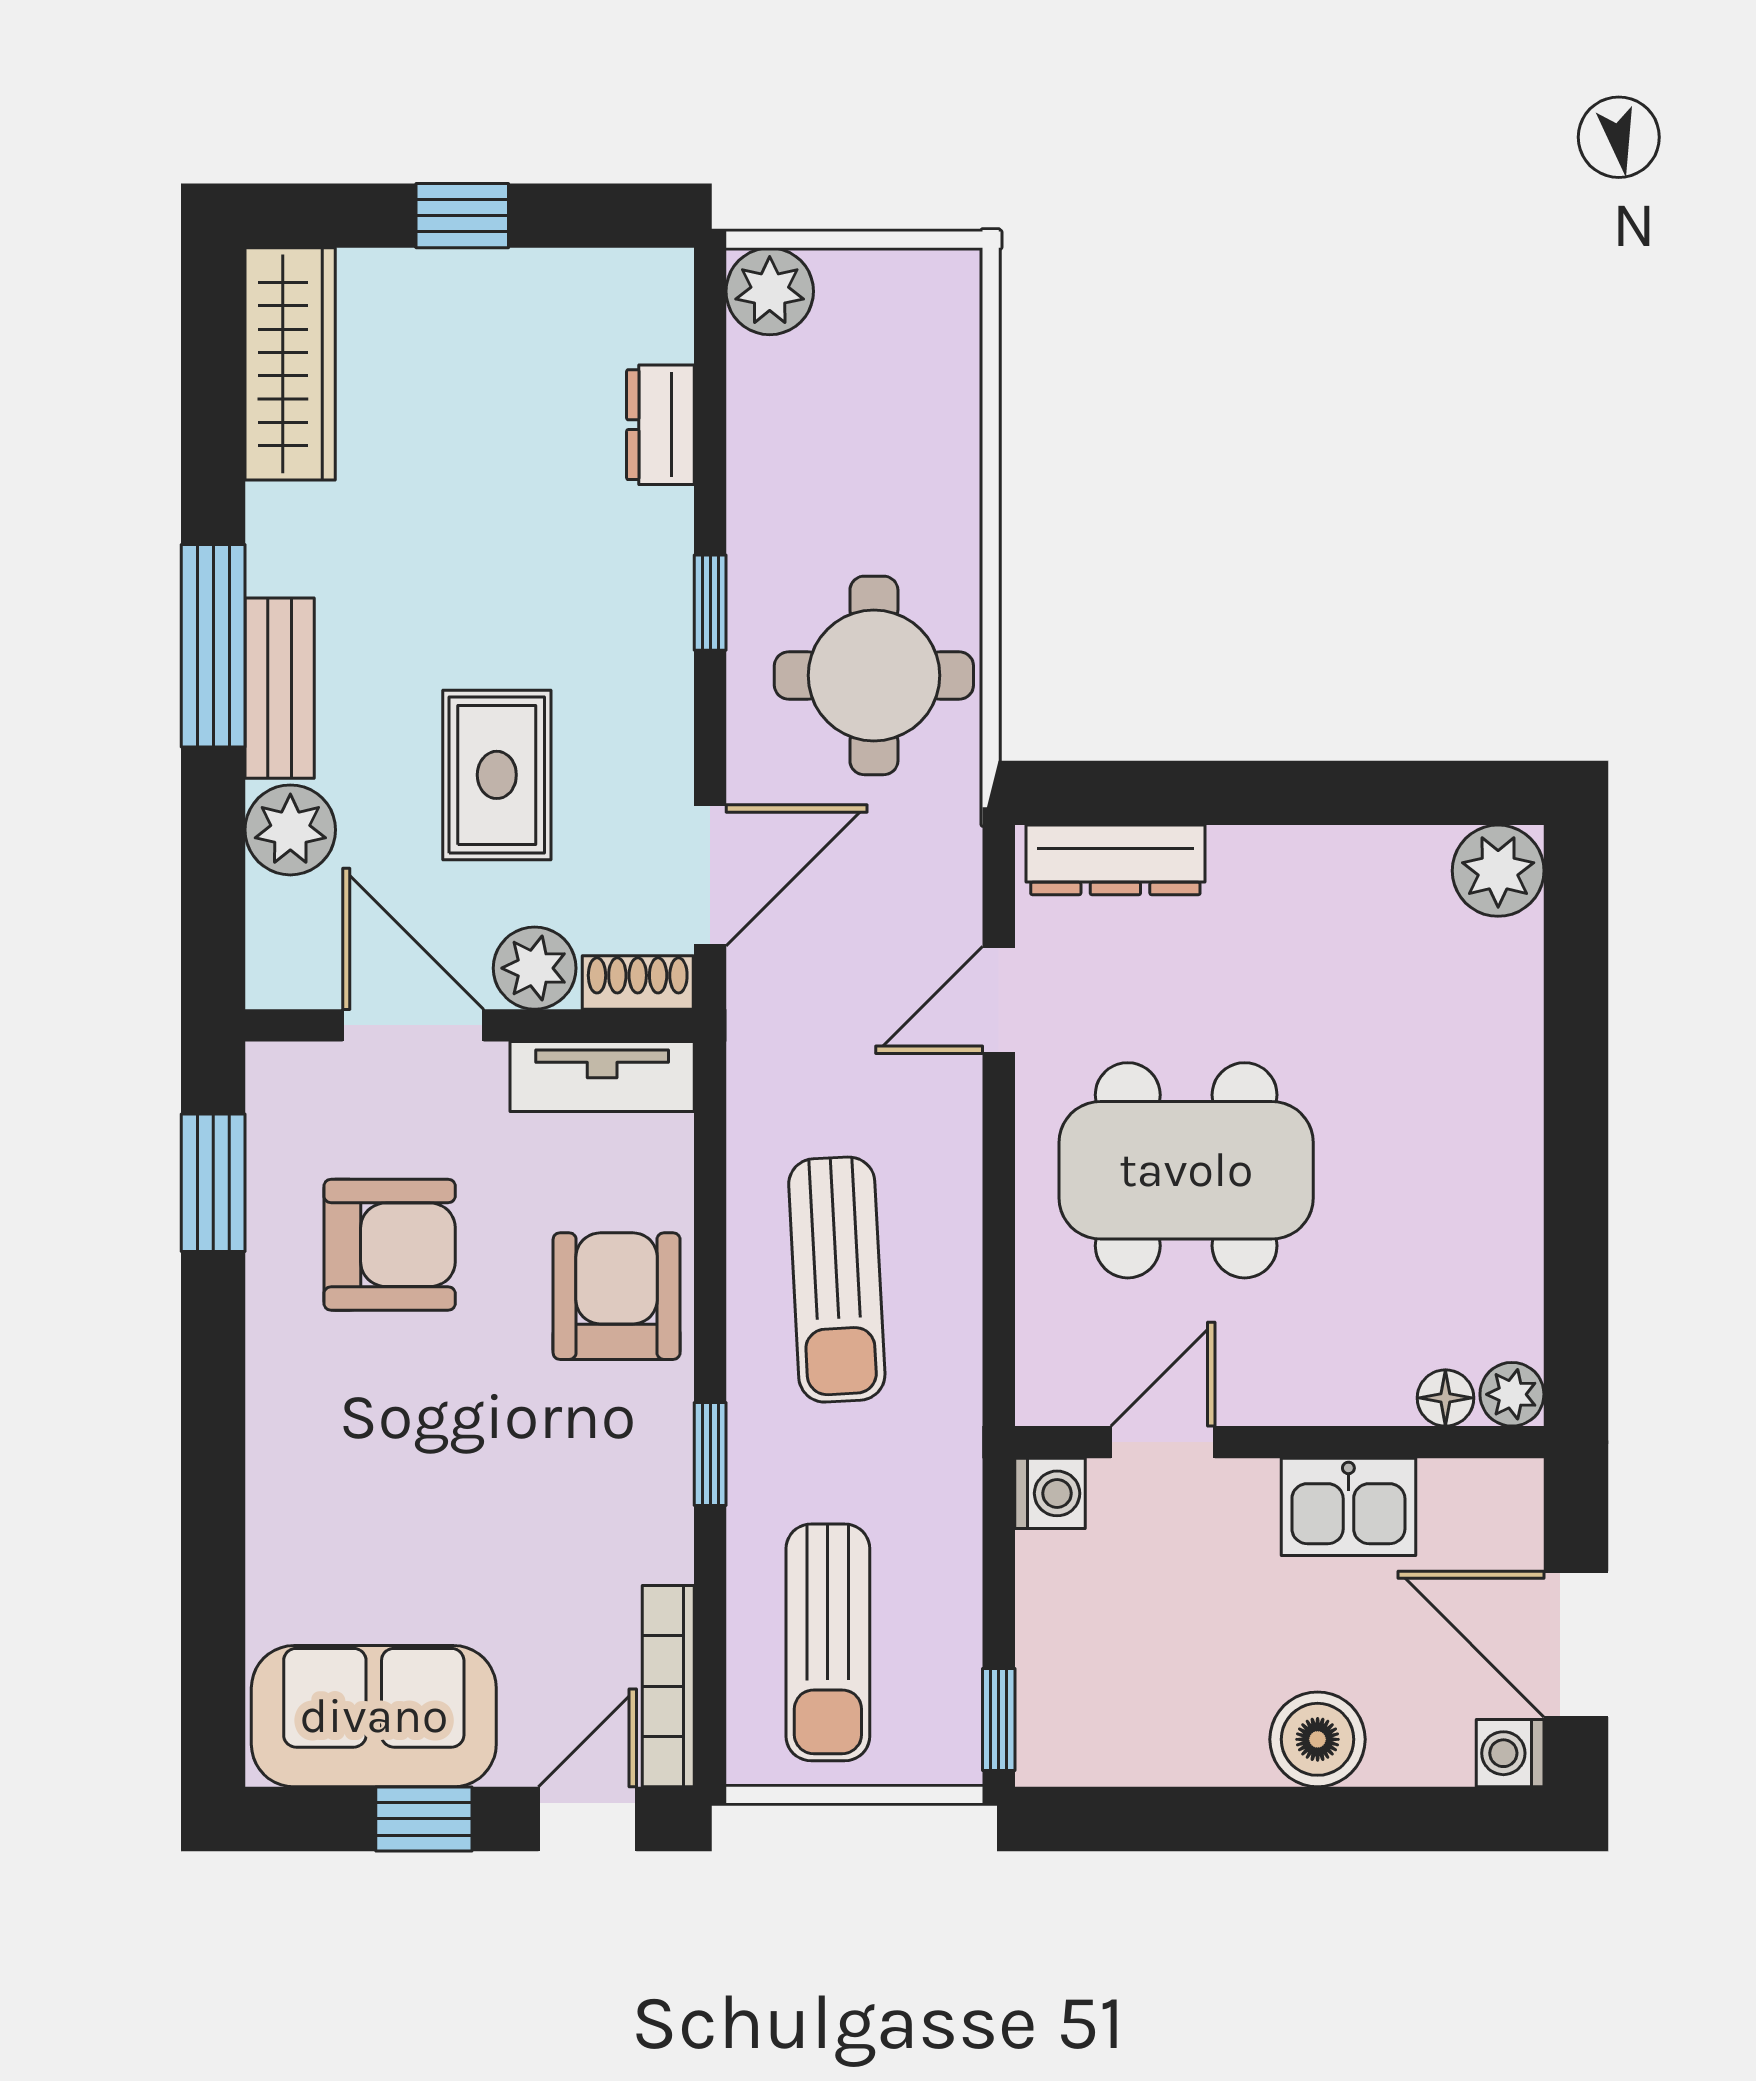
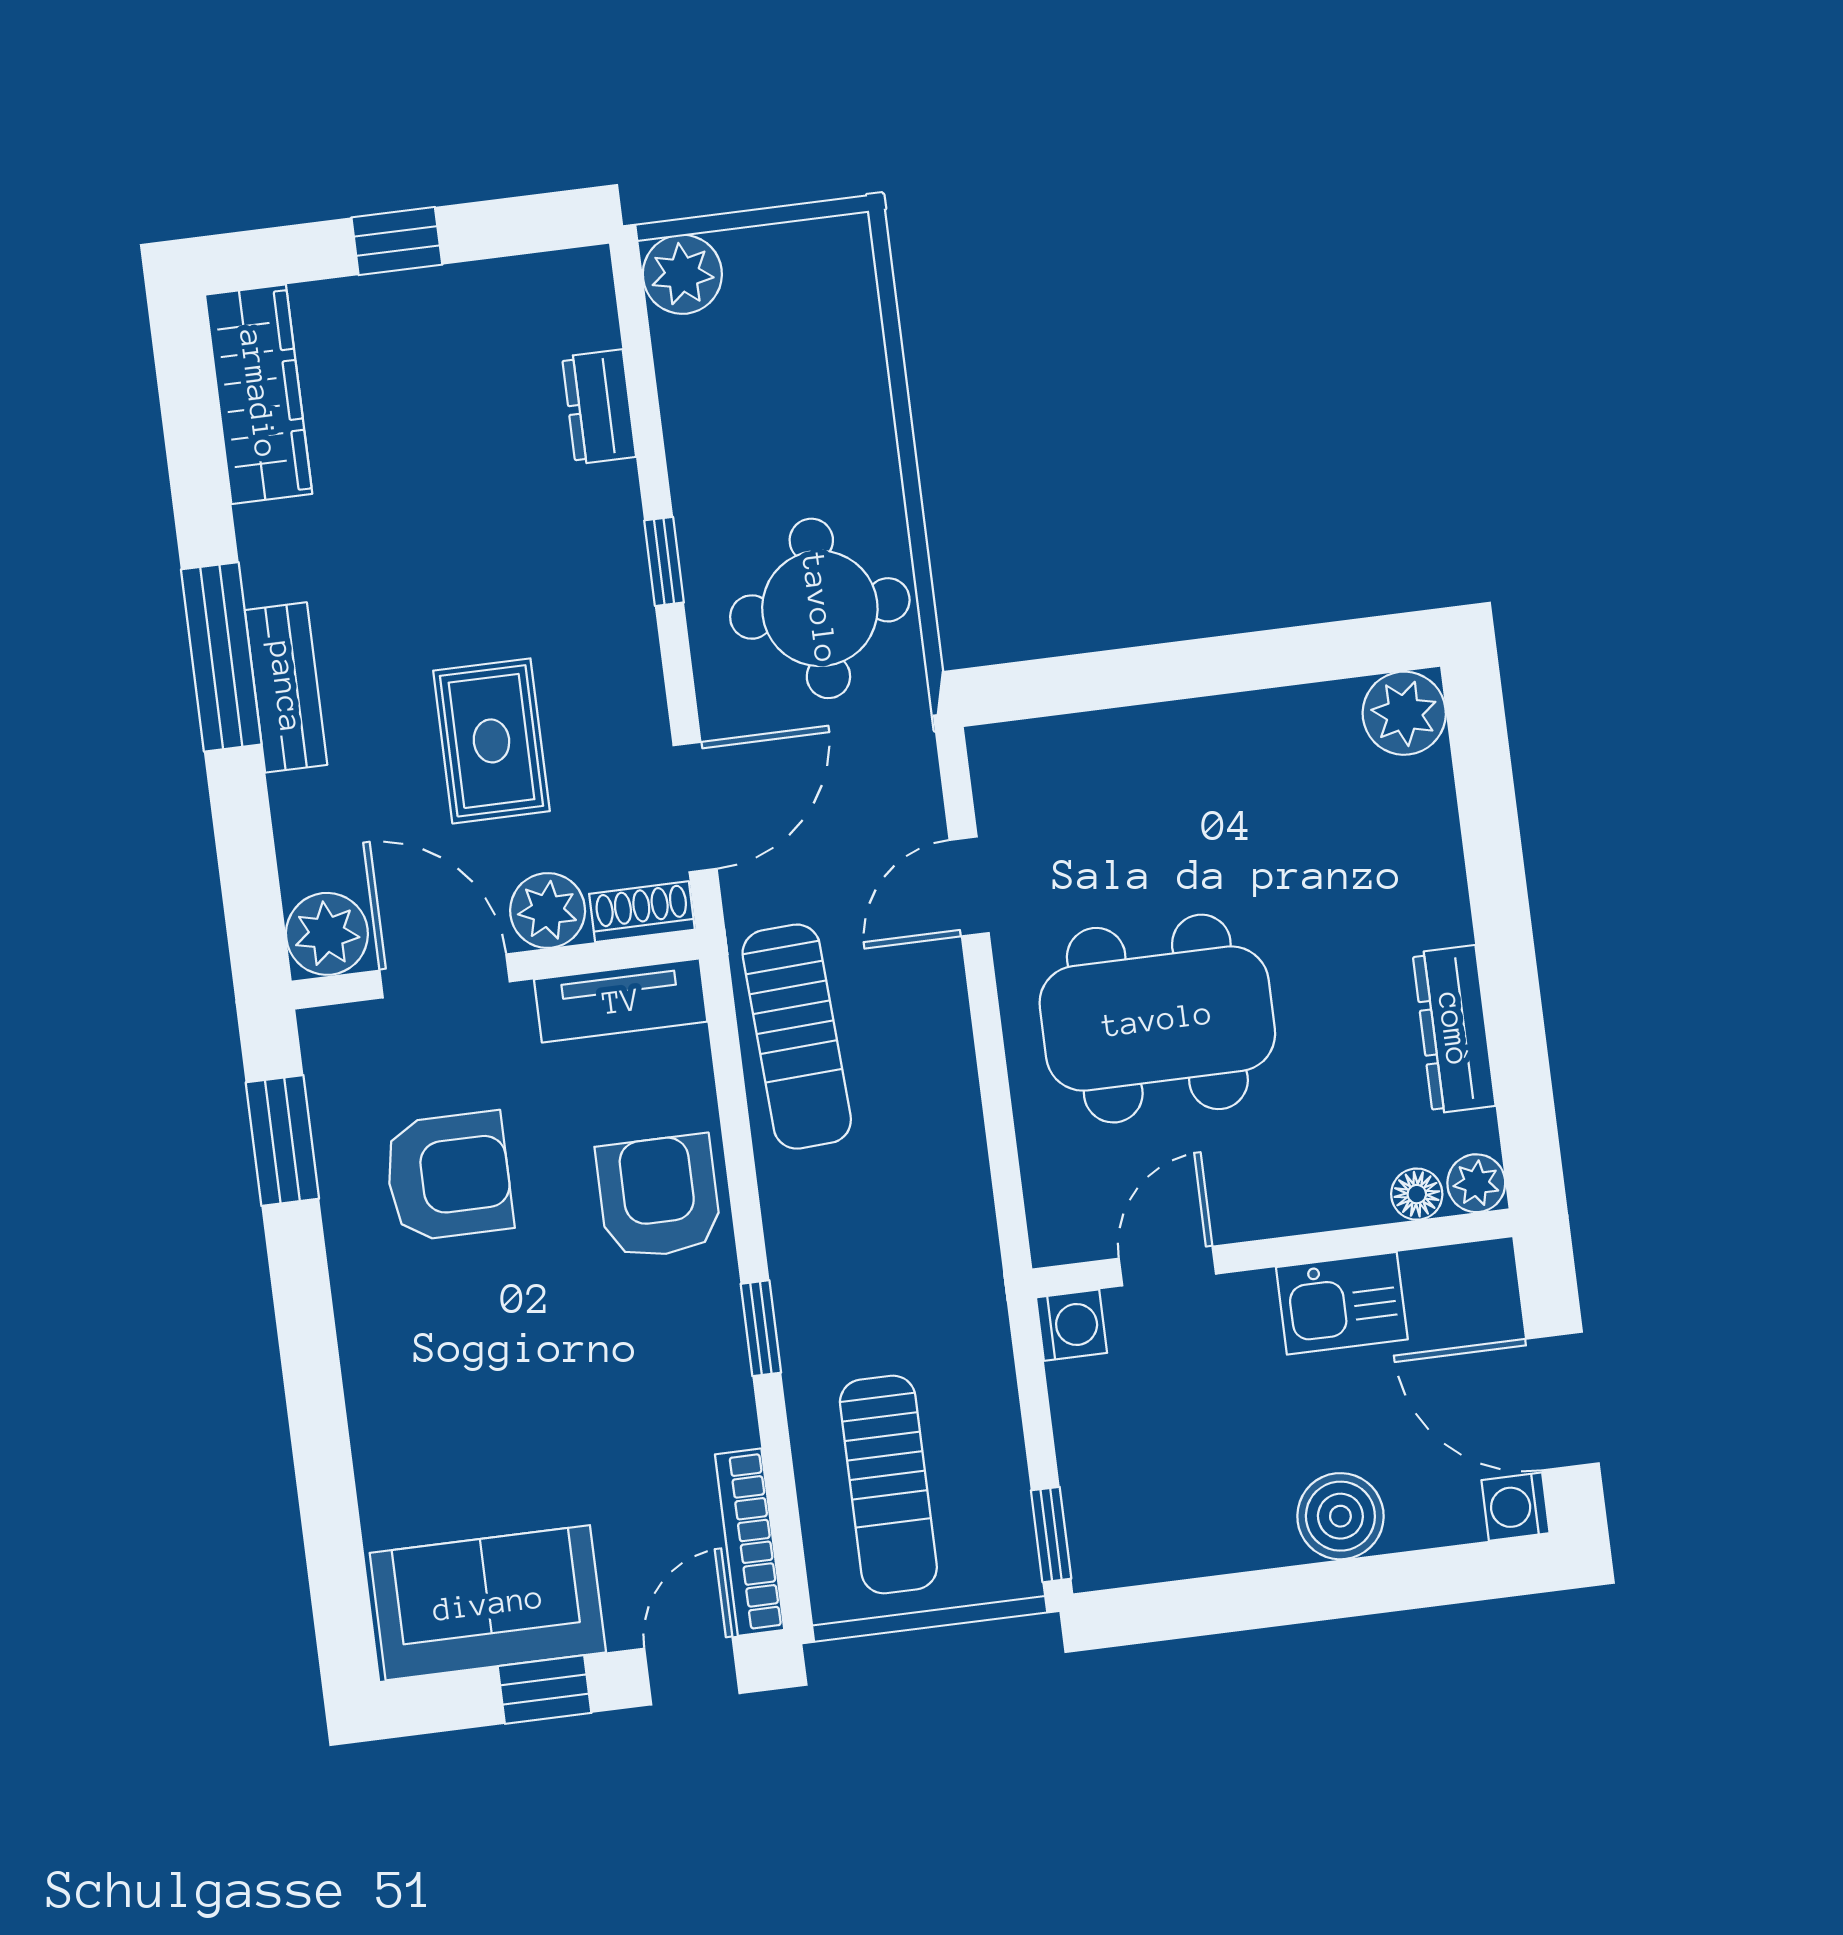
plant: (290, 830) -> (327, 934), moved
dresser: (1115, 860) -> (1454, 1029), moved, turned 90
sun lounger: (837, 1280) -> (797, 1037), moved

